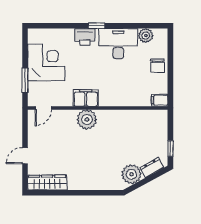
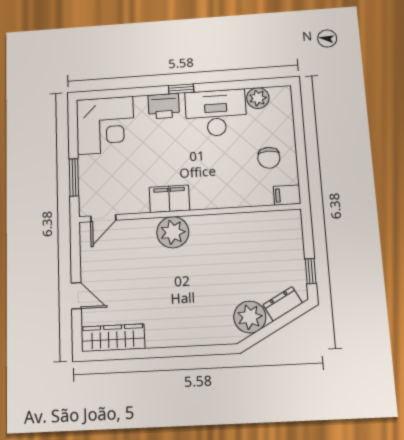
corner desk: (46, 63) -> (105, 125), moved, turned 90
chair: (158, 66) -> (269, 158), moved
door: (25, 156) -> (76, 296), swing flipped

